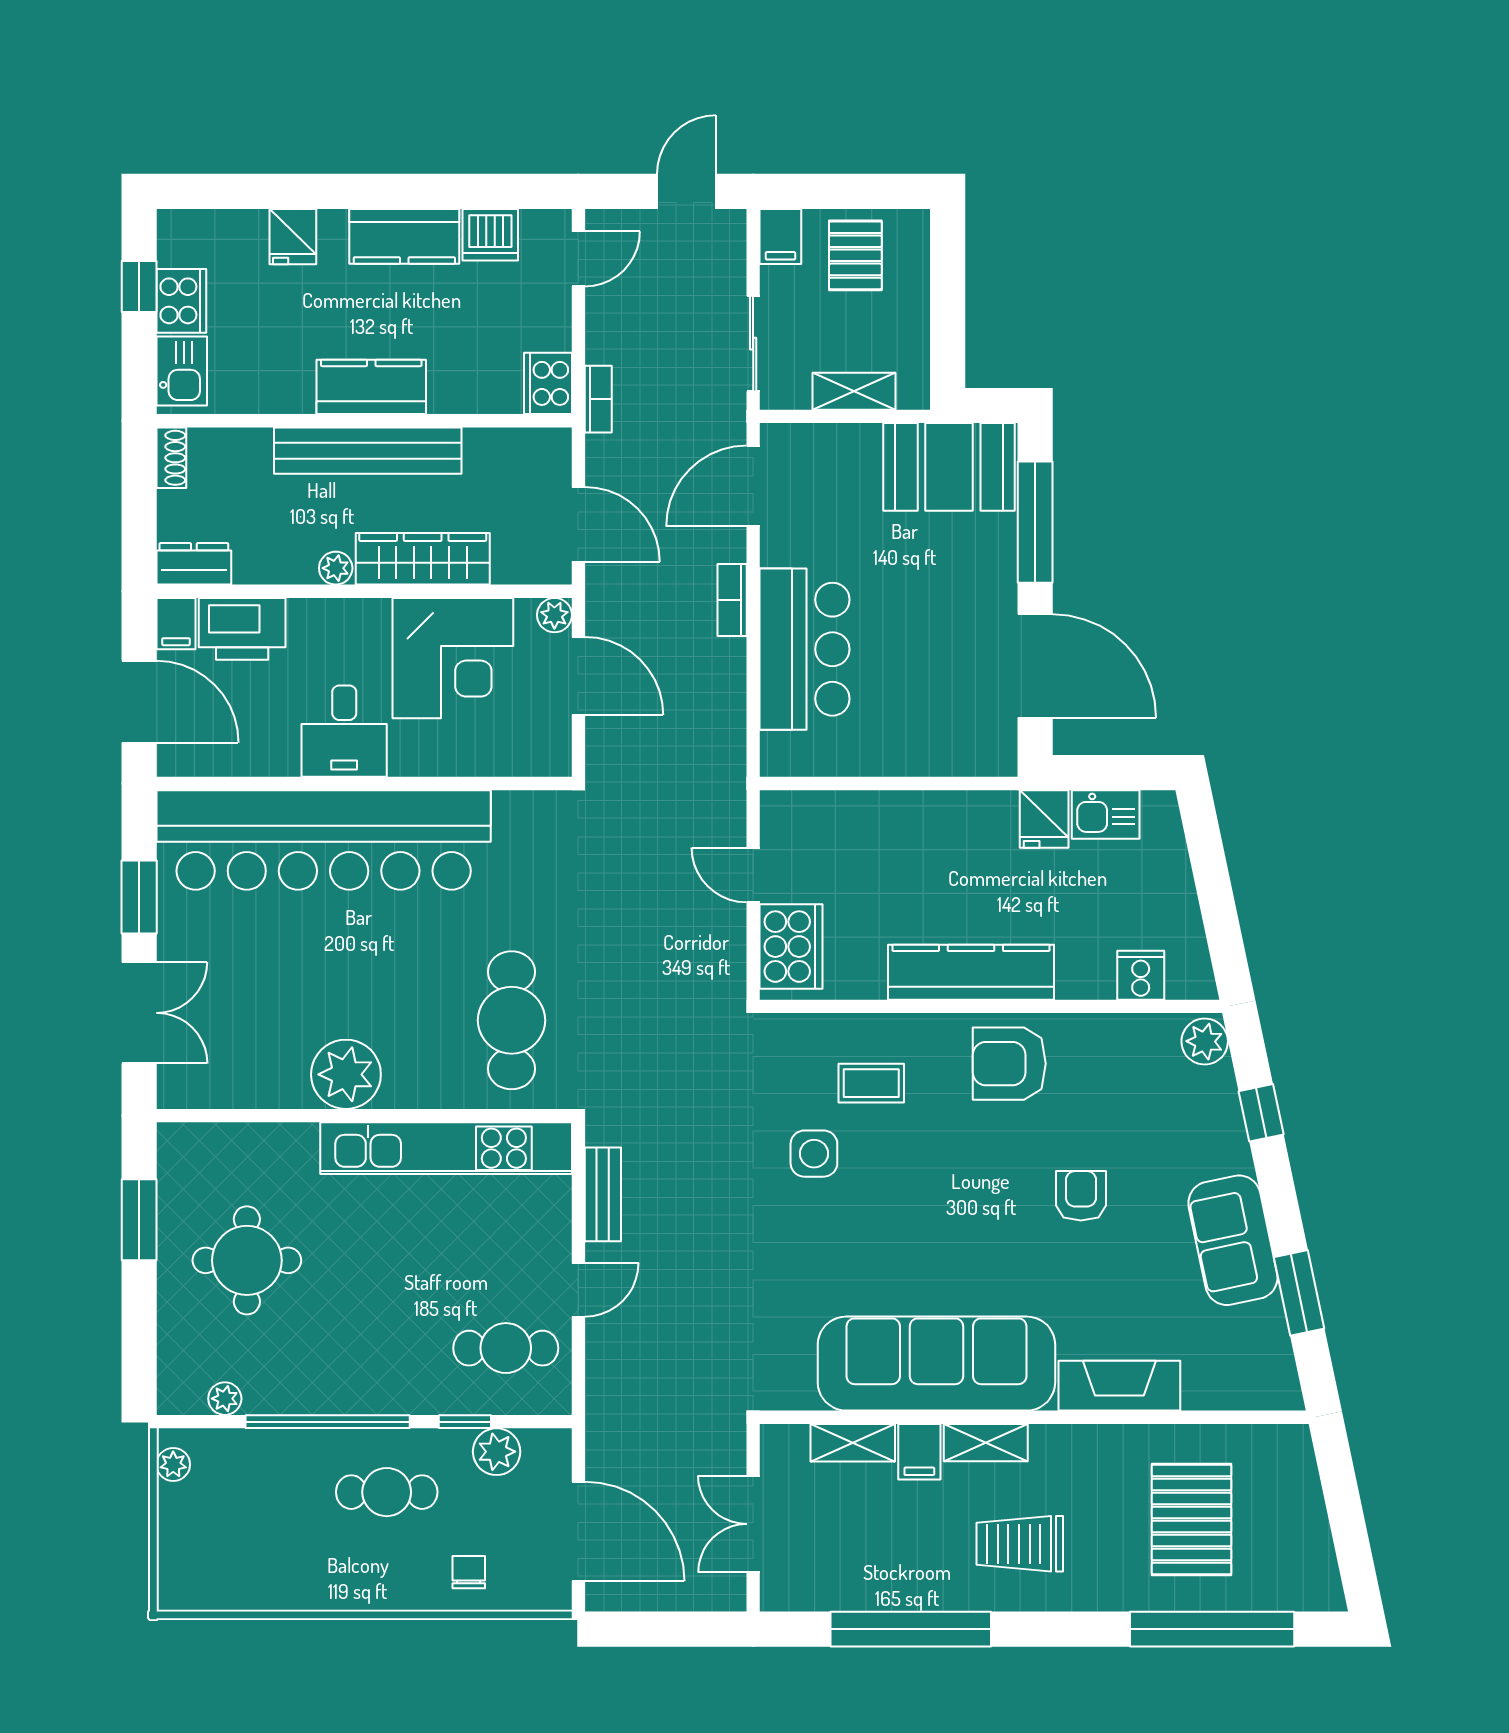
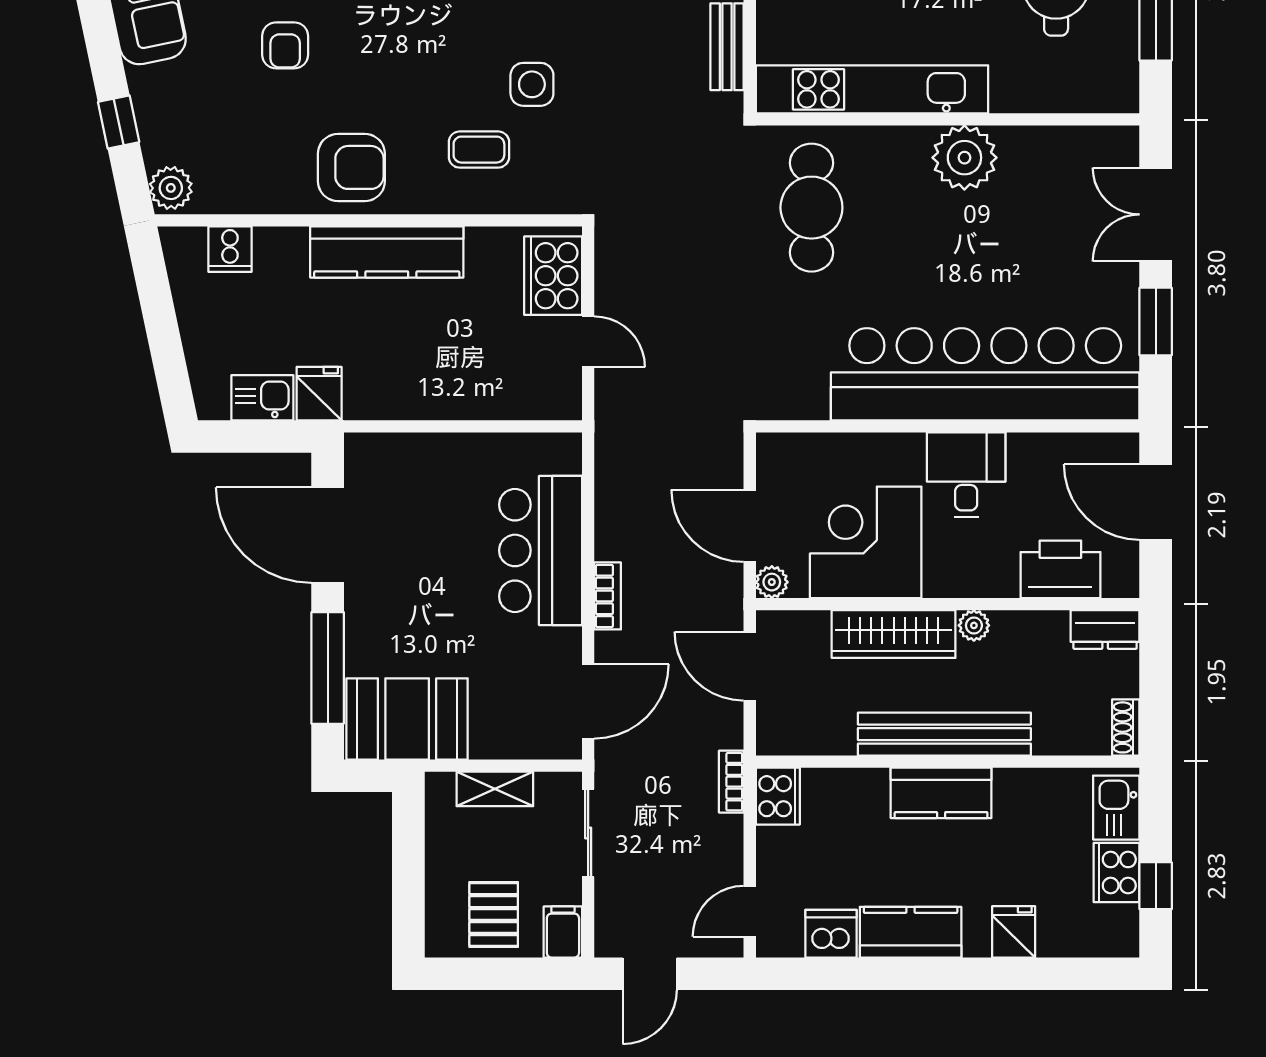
filing cabinet: (176, 624) -> (1122, 574), removed

